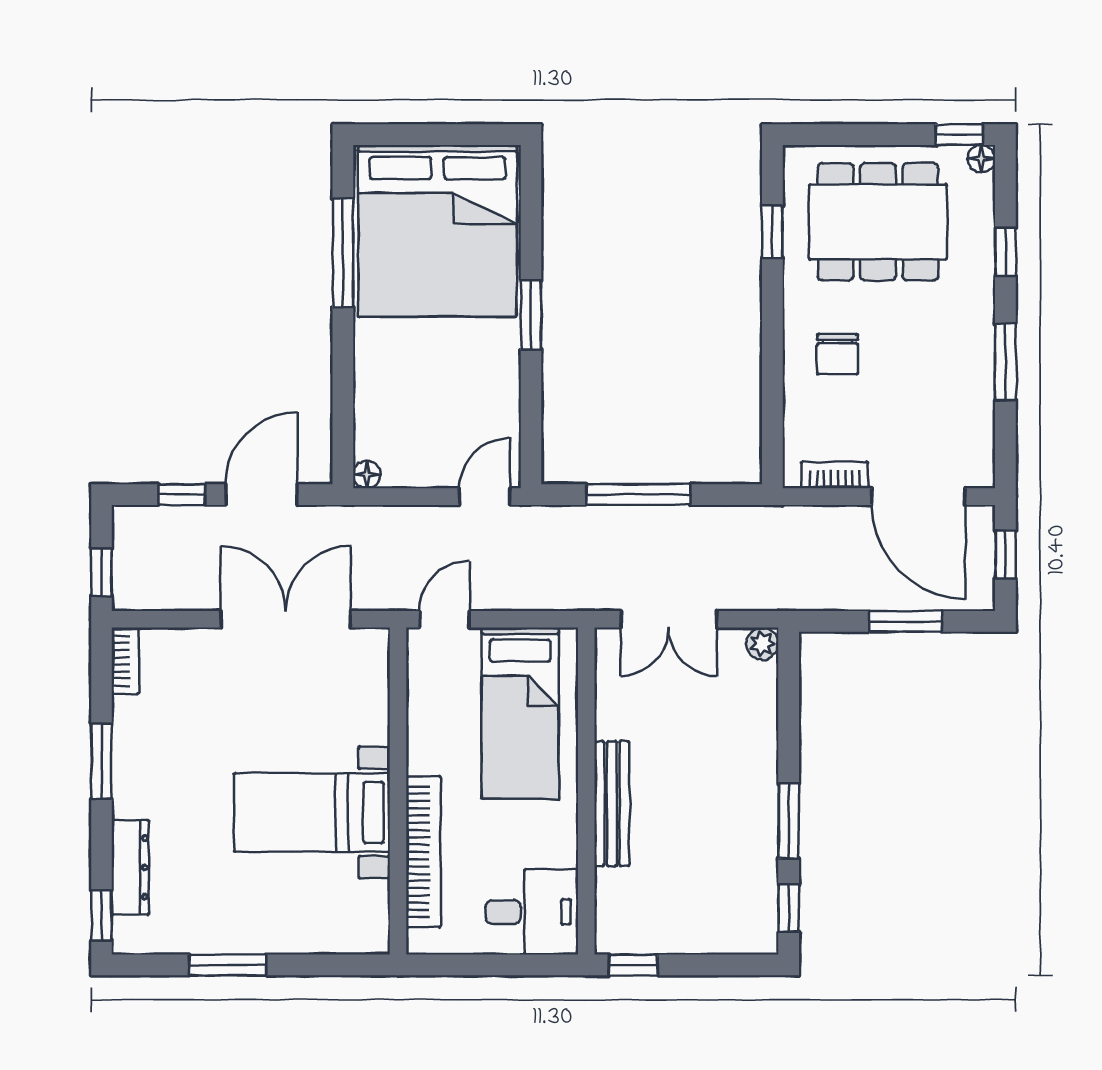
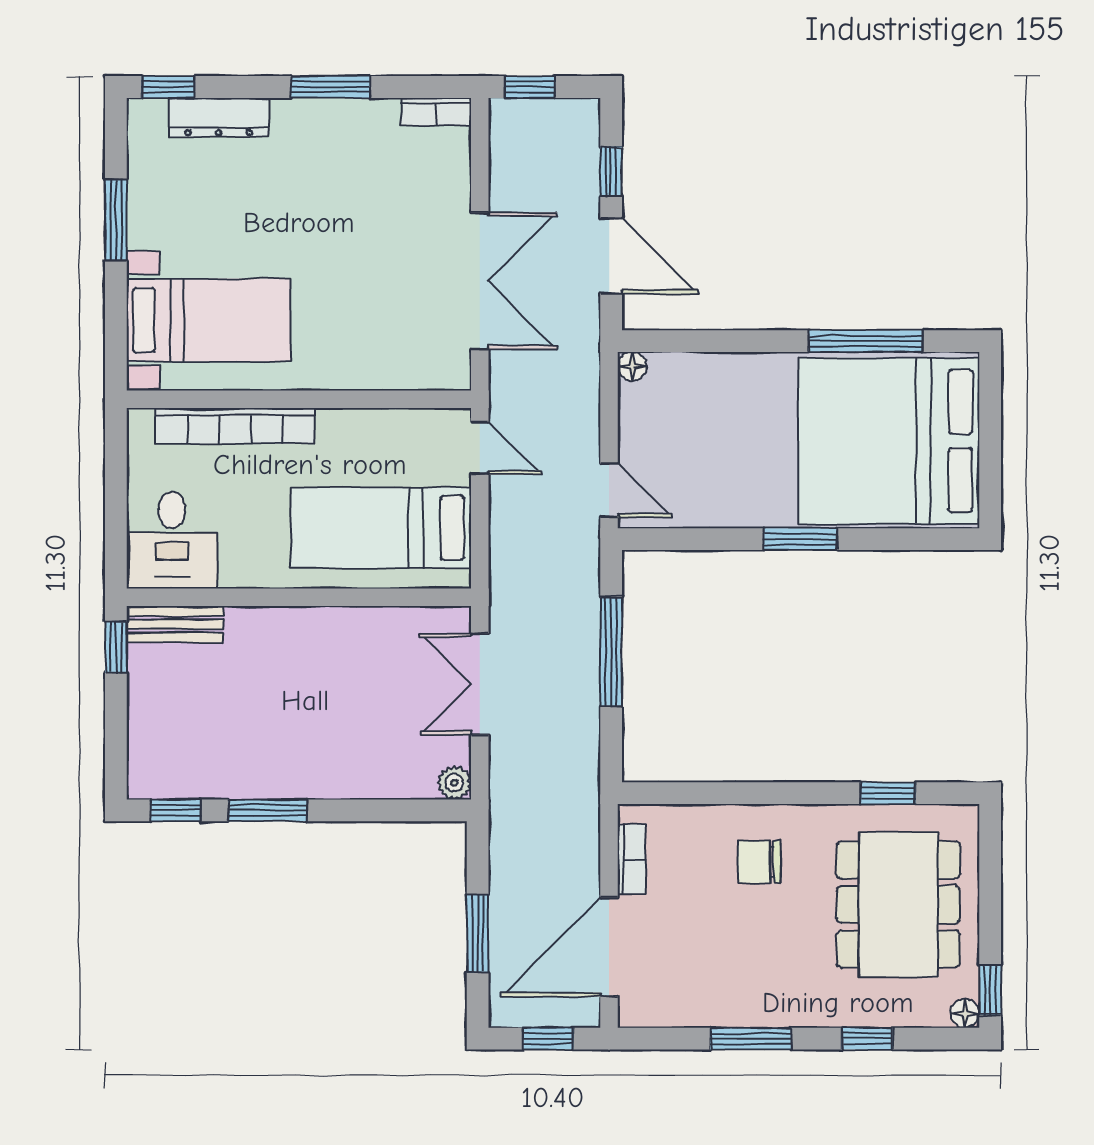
bench: (612, 804) -> (175, 624), moved, width x0.73
bed with nightstands: (312, 812) -> (209, 320), moved, turned 90

